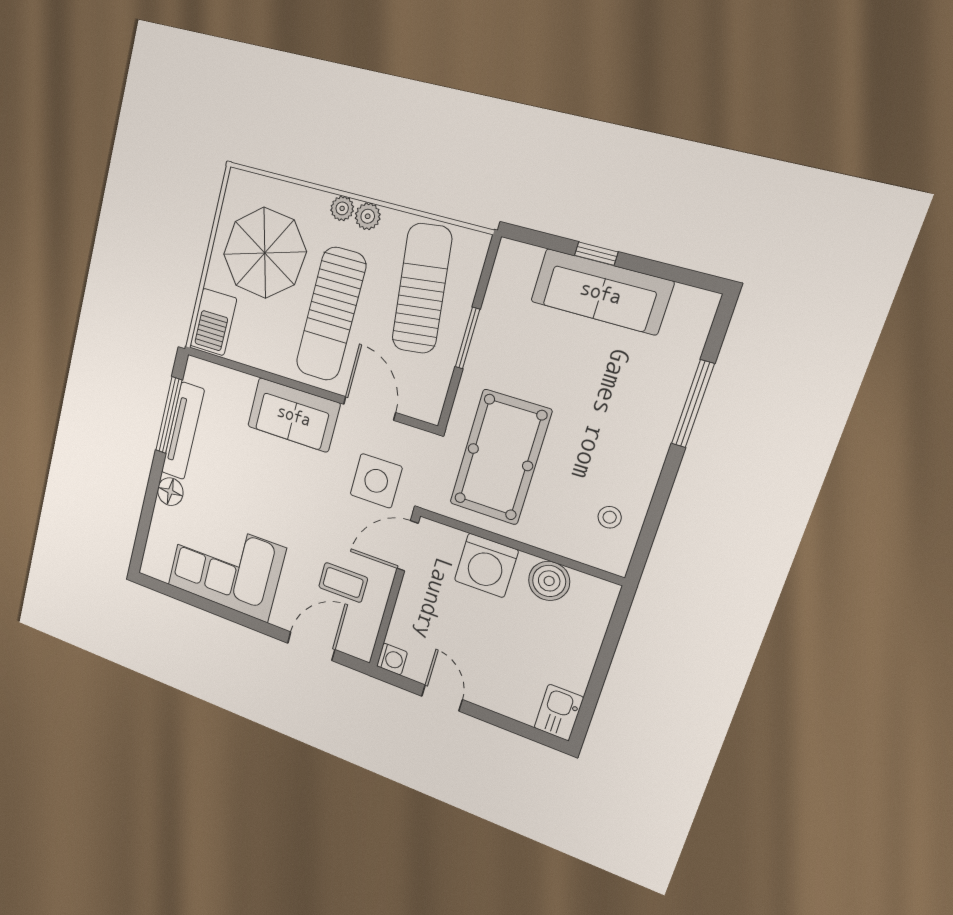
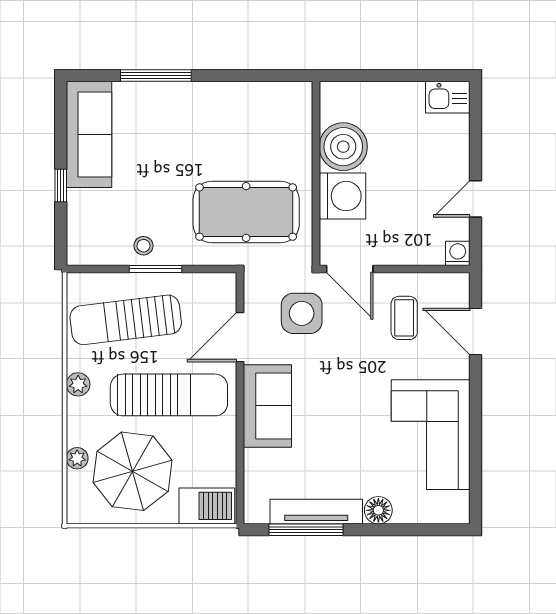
plant: (342, 208) -> (77, 458), moved
sofa: (601, 292) -> (89, 134), moved
stool: (610, 517) -> (143, 246), moved
boiler: (549, 581) -> (343, 147), width x1.37, depth x1.37

